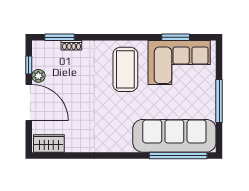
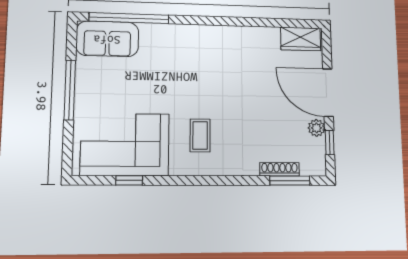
window: (176, 37) -> (129, 180), width x0.67
shoe rack: (71, 45) -> (280, 169), width x1.43
coffee table: (125, 69) -> (200, 135), width x0.54, depth x0.58
sofa: (174, 136) -> (107, 39), width x0.54, depth x0.79

